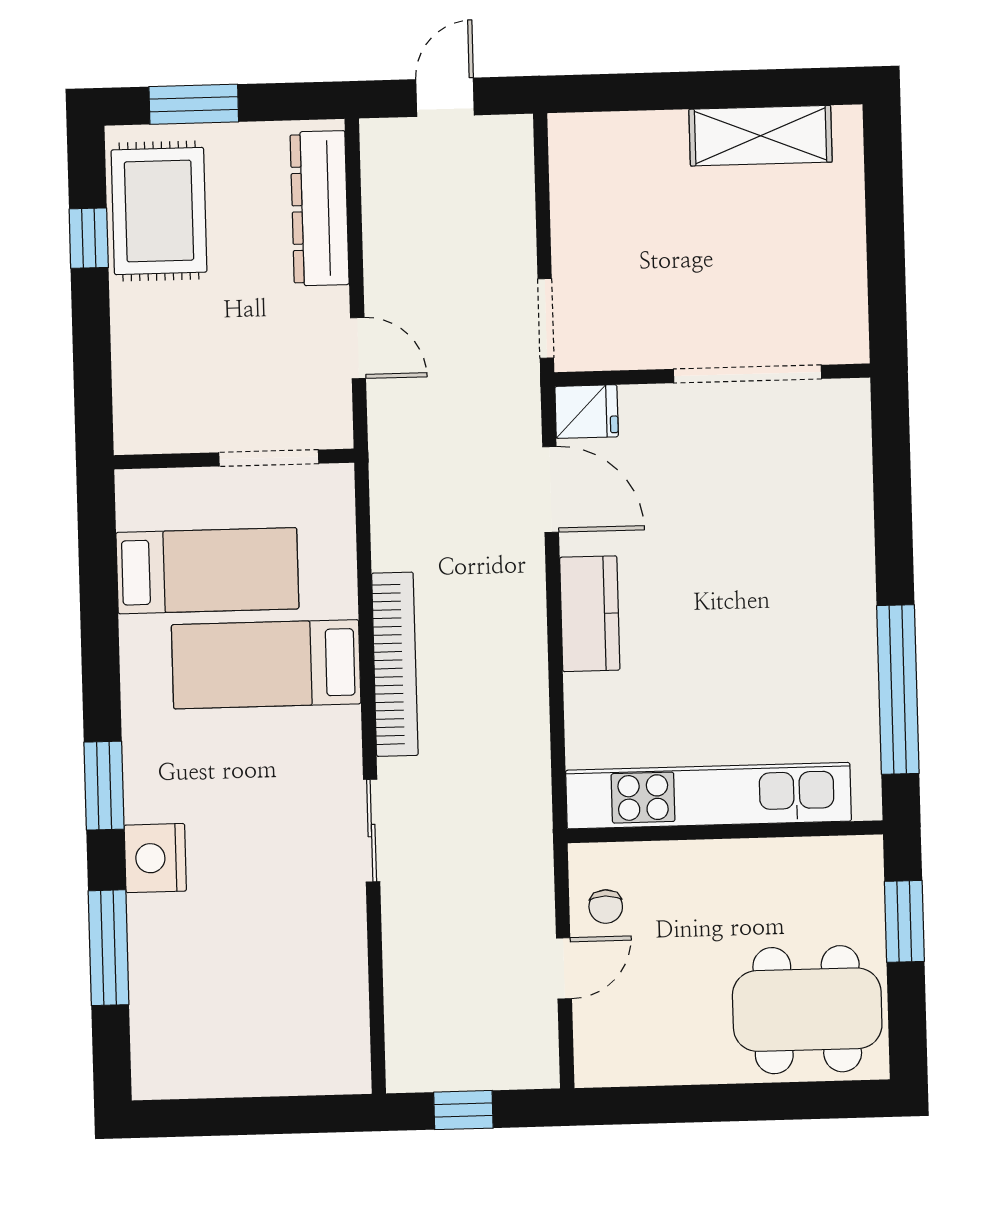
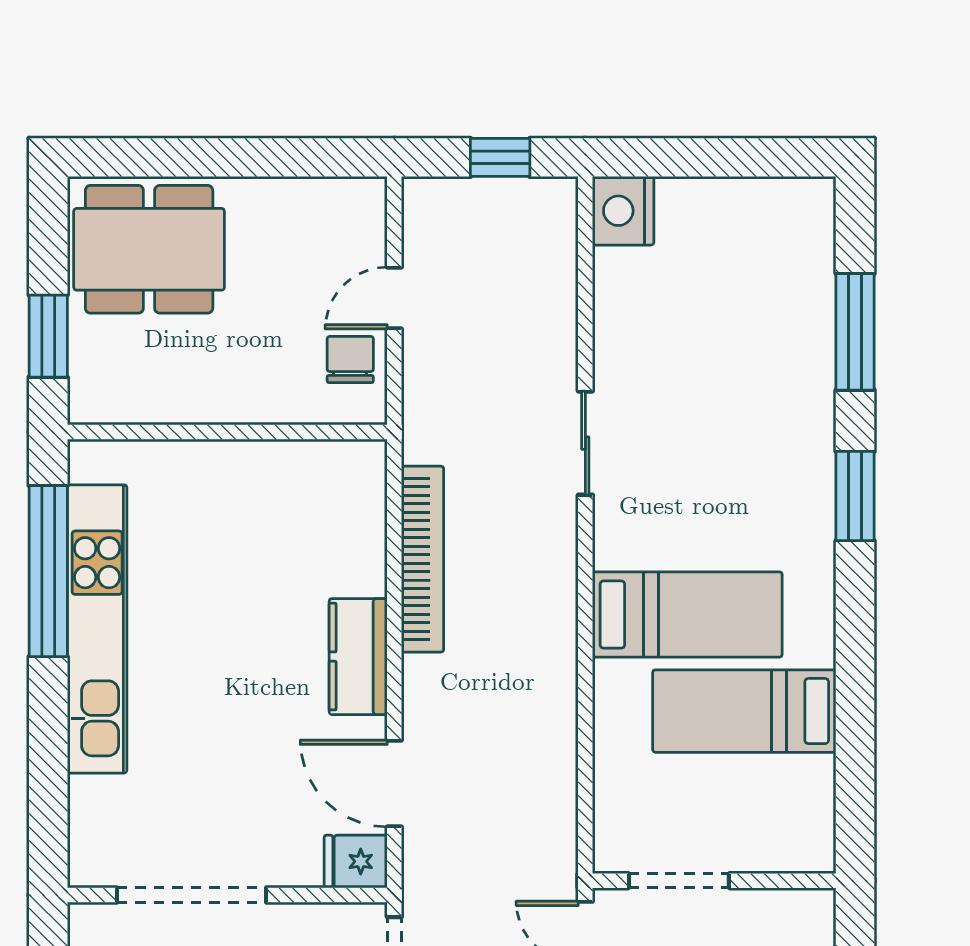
doorway: (269, 458) -> (679, 881), moved
wall: (234, 459) -> (714, 881), moved
bookcase: (395, 664) -> (423, 559), moved, turned 180
kitchen unit: (708, 796) -> (97, 629), moved, turned -90
nightstand: (155, 858) -> (623, 211), moved, turned 180
chair: (606, 907) -> (350, 360), width x1.37, depth x1.37

